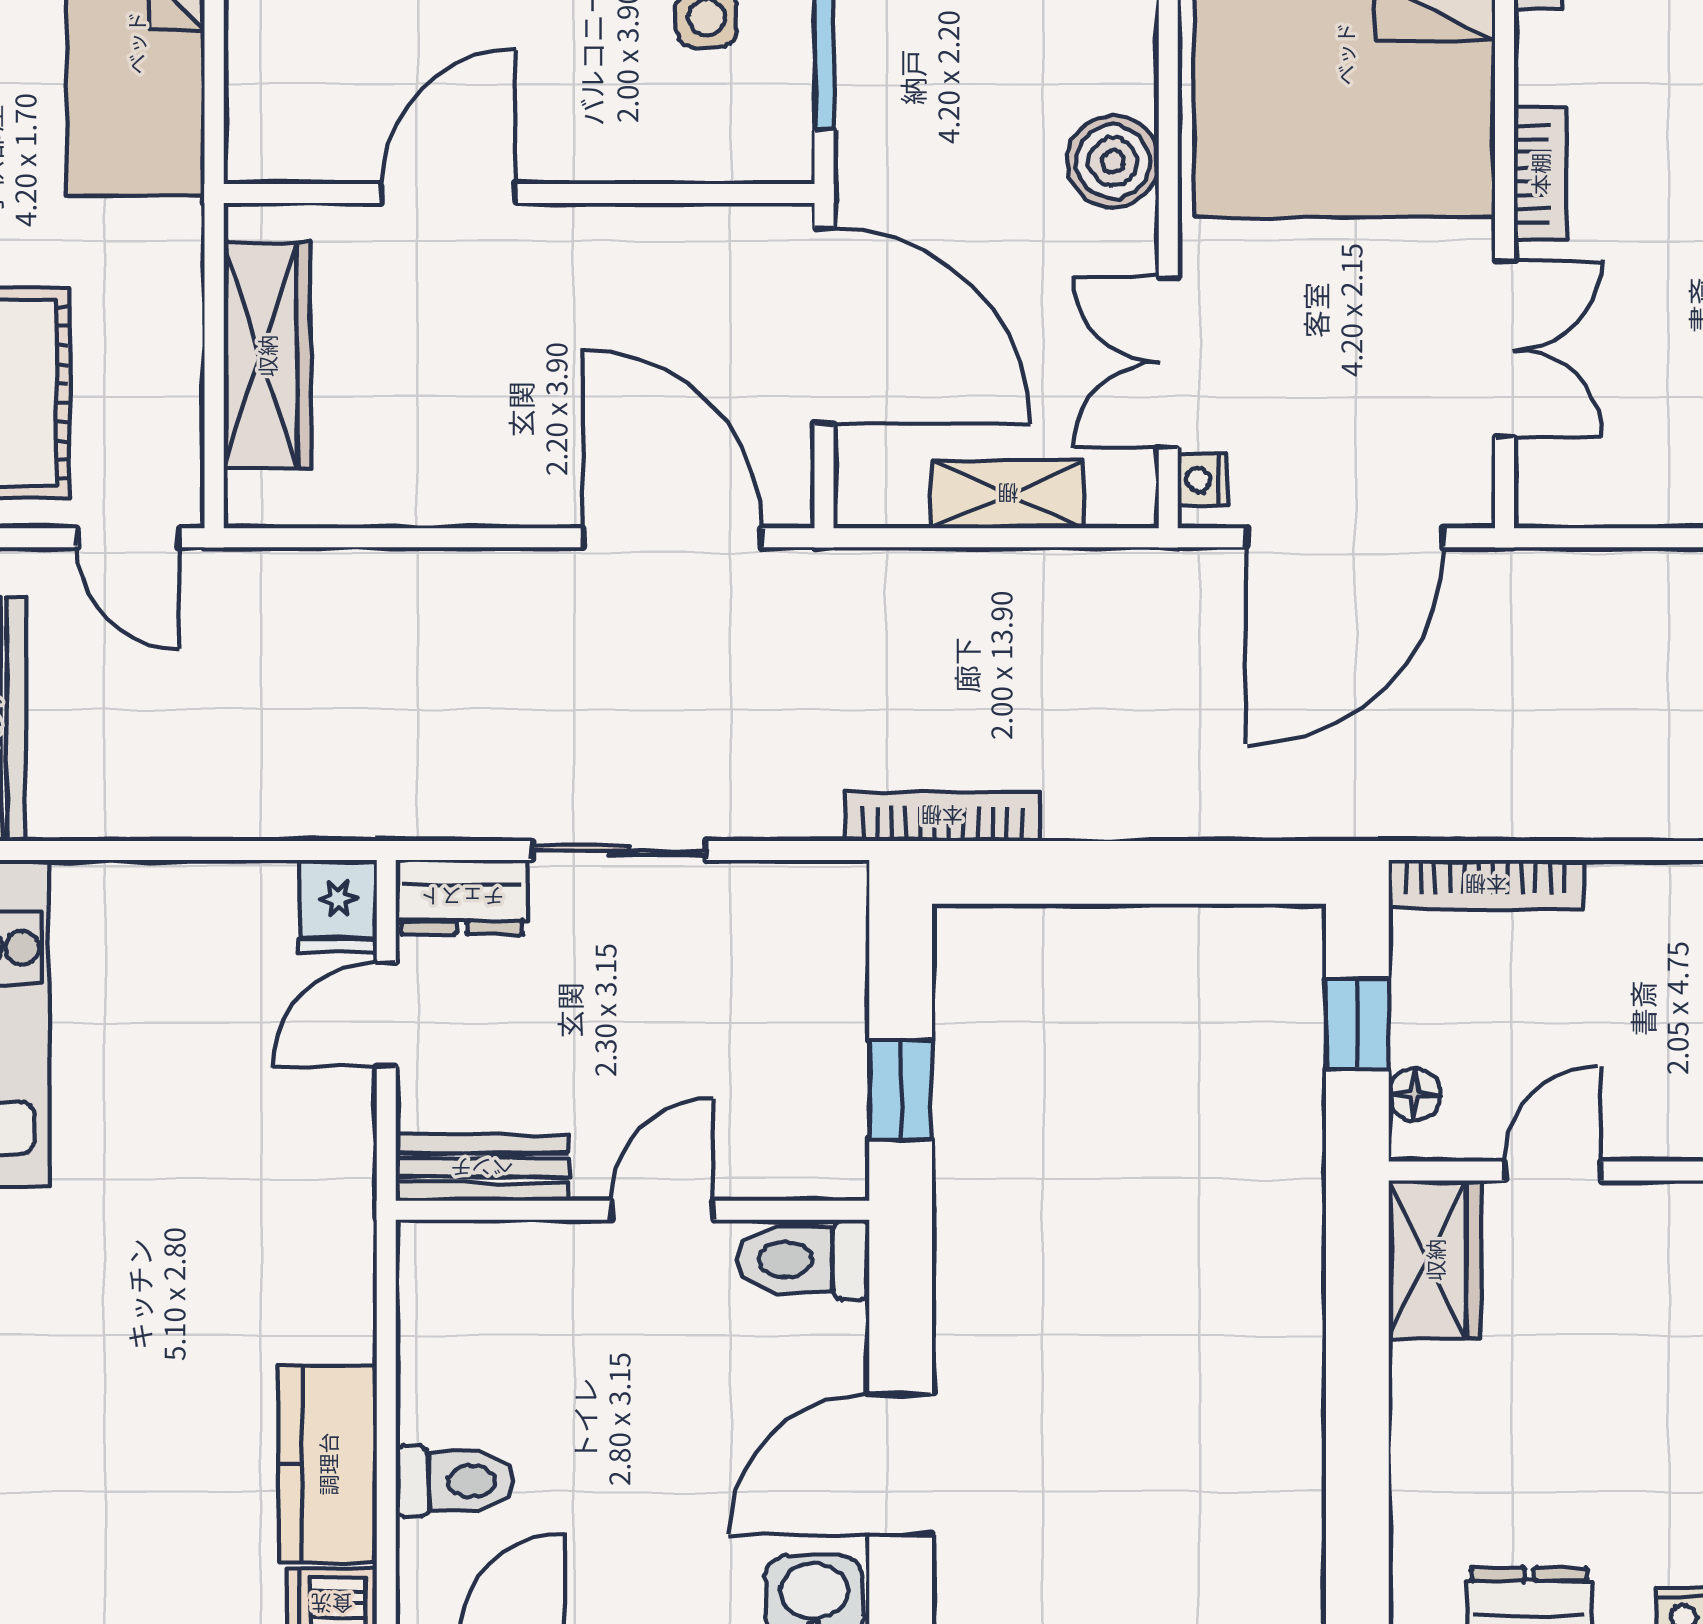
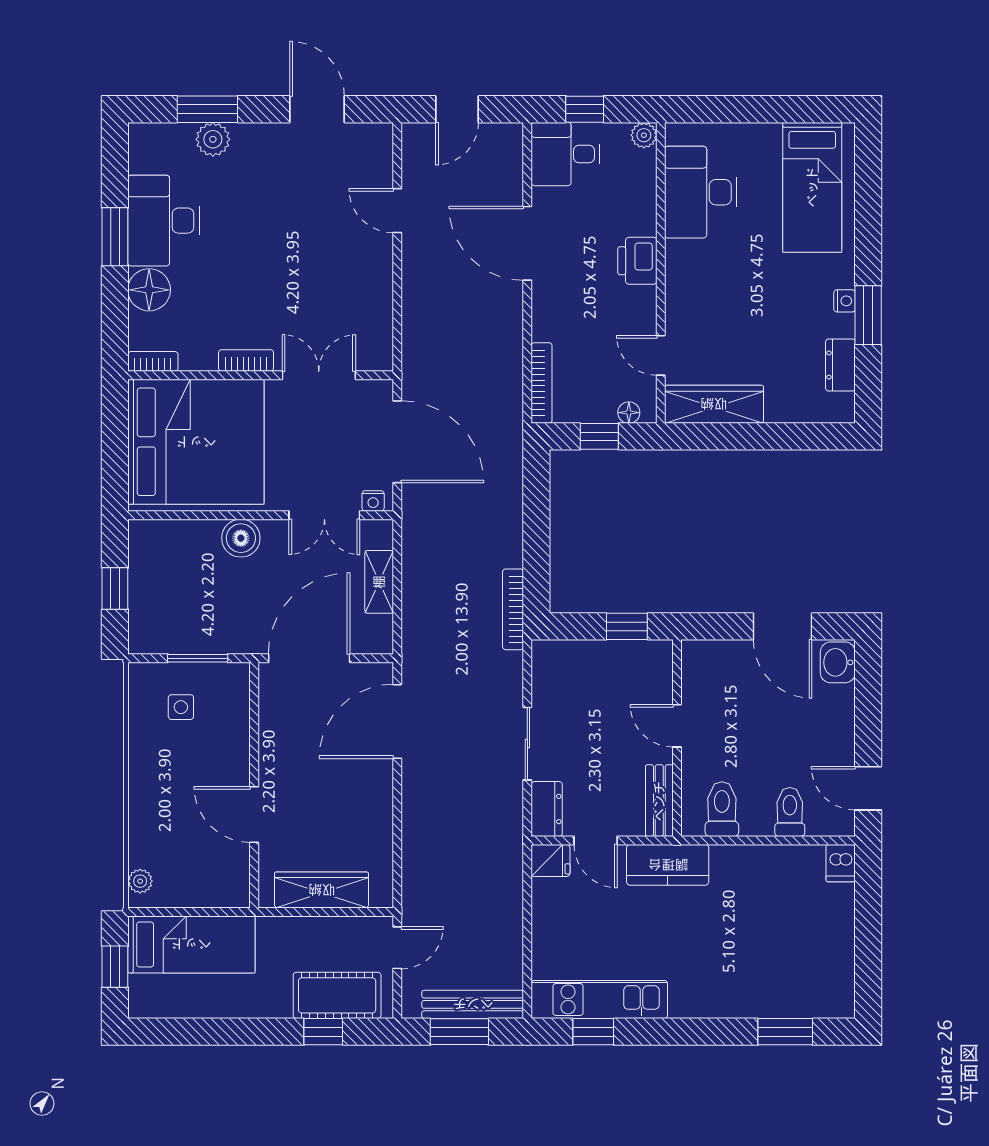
toilet: (804, 1260) -> (722, 809), moved, turned 180
wardrobe: (1435, 1260) -> (714, 404), width x1.50
kitchen counter: (328, 1464) -> (668, 865), moved

